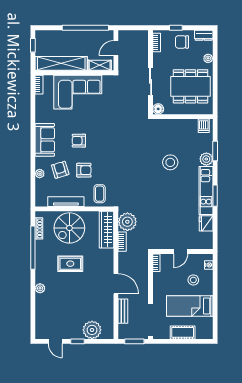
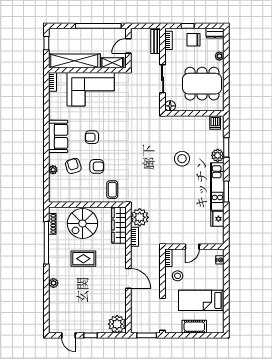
tv unit: (66, 202) -> (79, 197), removed
stool: (193, 280) -> (178, 276), moved
bench: (123, 311) -> (156, 41), moved
plant: (92, 330) -> (117, 324), moved

